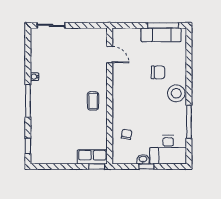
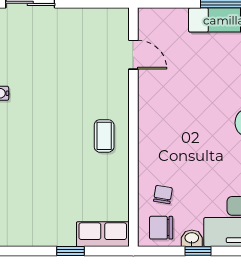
chair: (158, 72) -> (161, 228), moved, turned 180
window: (97, 167) -> (70, 251), moved

